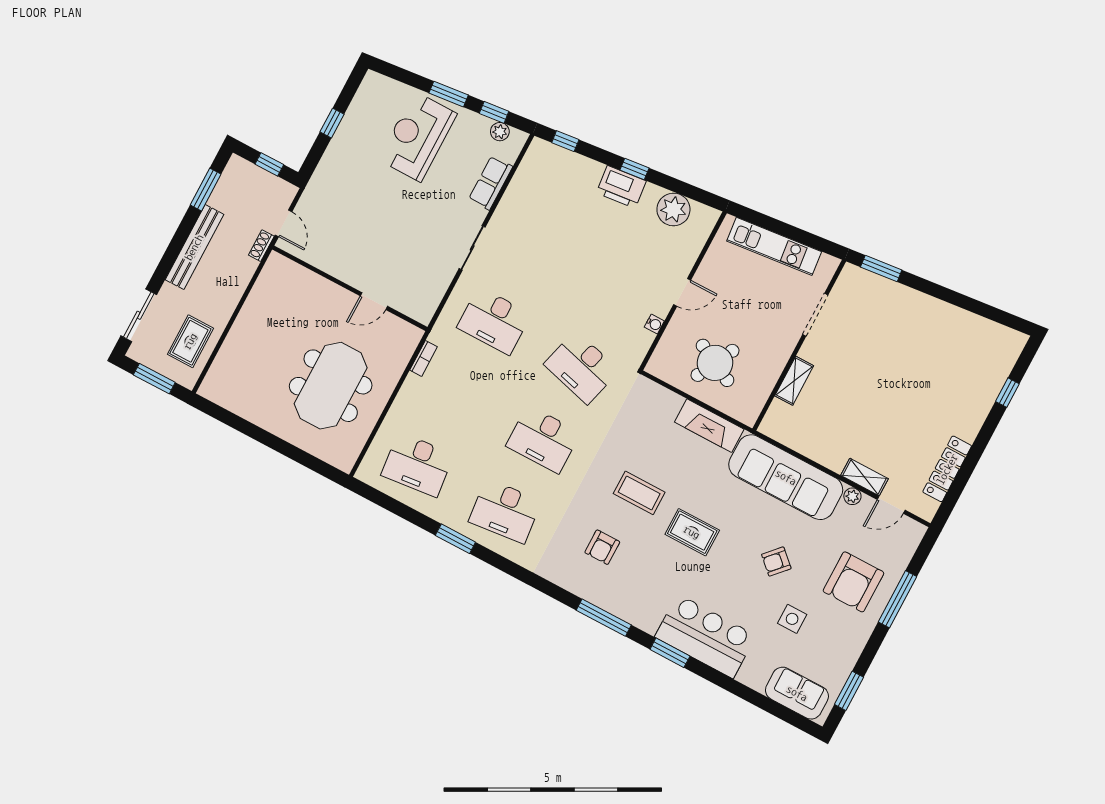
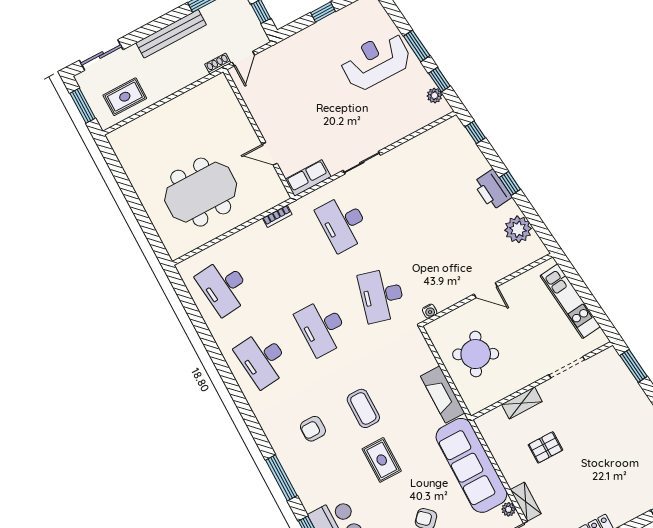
row of seats: (491, 183) -> (308, 178), moved
water cooler: (654, 324) -> (430, 311), moved
pallet: (848, 409) -> (545, 447), added
window: (455, 539) -> (216, 355), removed

